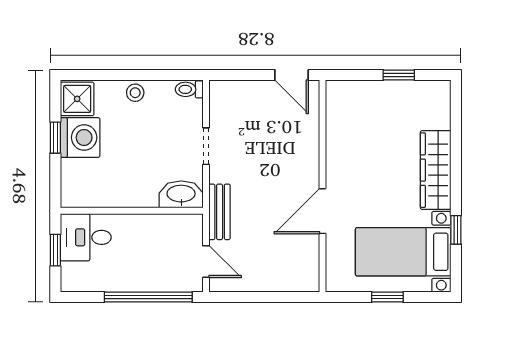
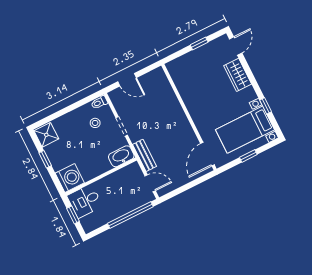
door: (292, 75) -> (127, 80), moved
stool: (135, 93) -> (95, 123), moved
door: (456, 109) -> (236, 46), added
washing machine: (80, 138) -> (70, 178), moved
wardrobe: (436, 170) -> (238, 75), width x0.67
door: (322, 211) -> (207, 154), moved

